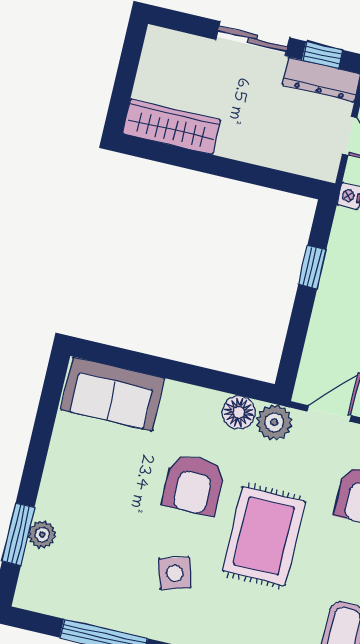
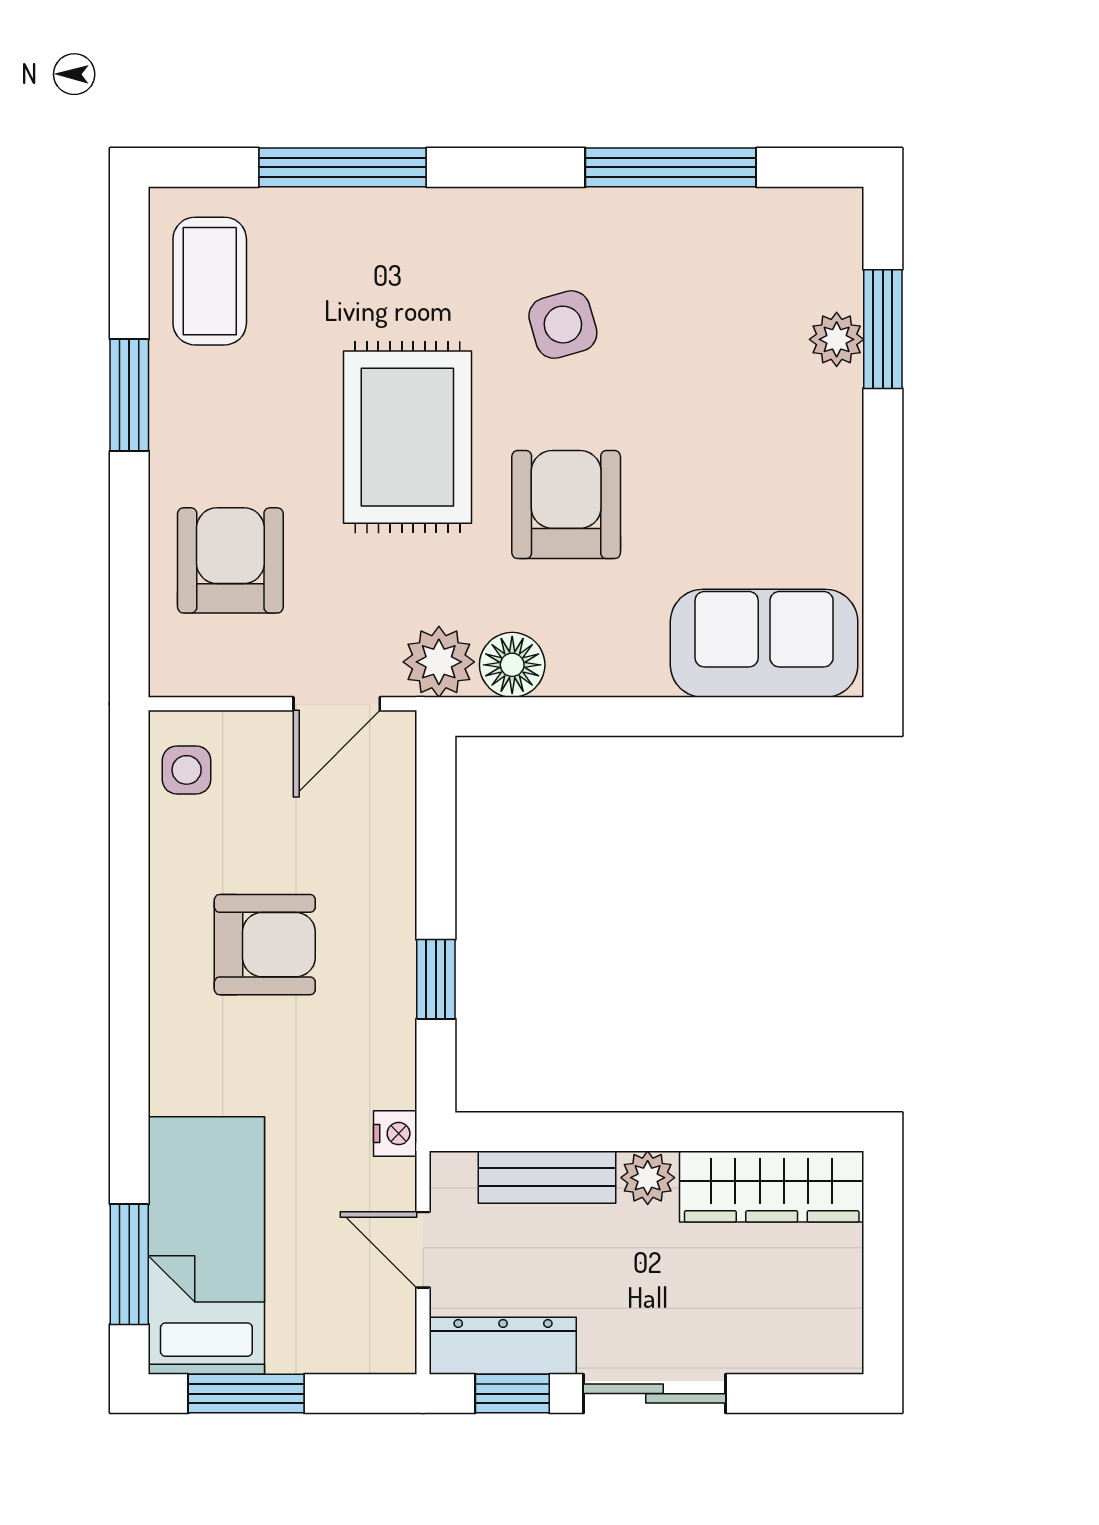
plant: (231, 145) -> (648, 1178), added
bench: (280, 157) -> (547, 1177), added

